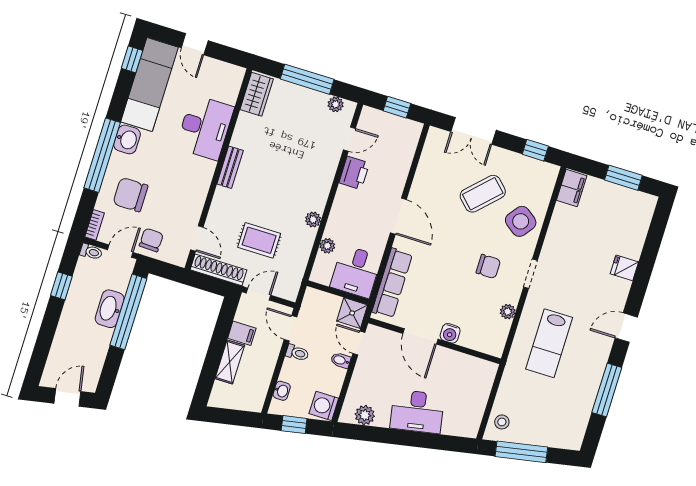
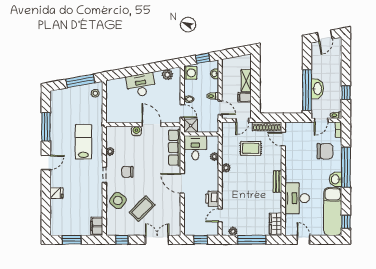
door: (195, 44) -> (304, 240), moved
chair: (151, 240) -> (307, 131), removed

